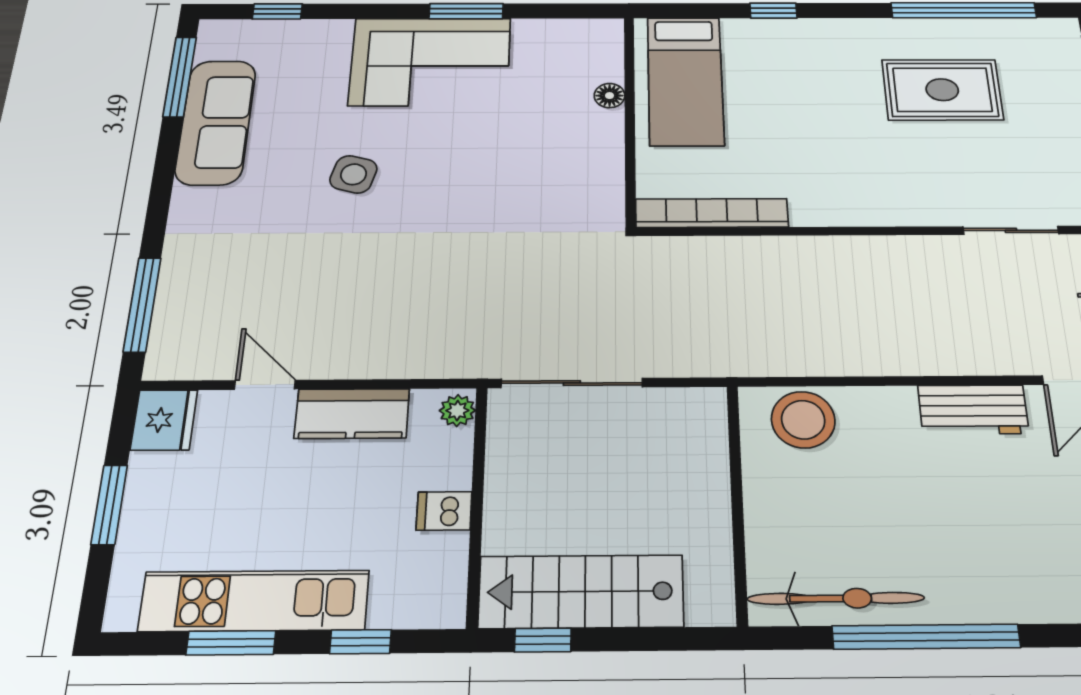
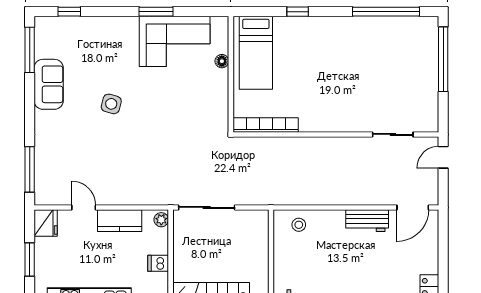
corner sofa: (430, 62) -> (175, 41), moved
rug: (942, 90) -> (371, 58), removed
sofa: (216, 122) -> (49, 84), width x0.73
stool: (803, 420) -> (299, 225), width x0.53, depth x0.53

